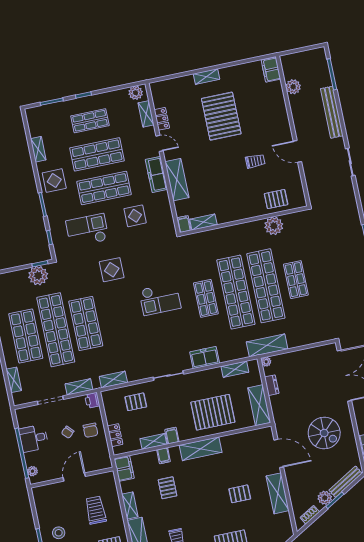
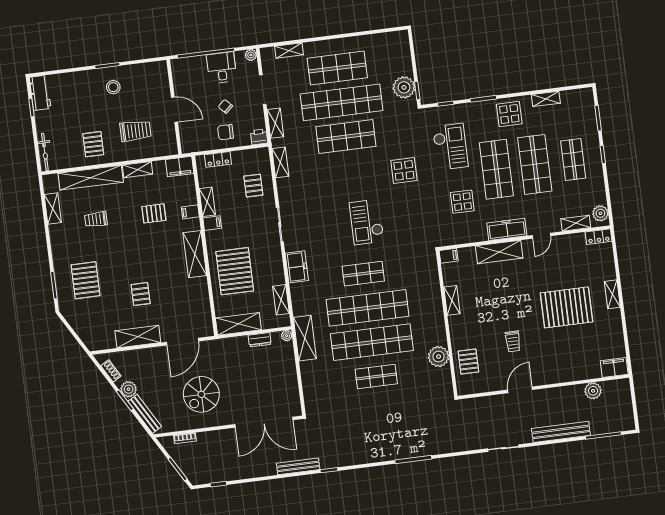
locker: (162, 119) -> (599, 237), moved
shelving: (203, 222) -> (452, 300), moved
plant: (32, 471) -> (251, 55), moved

